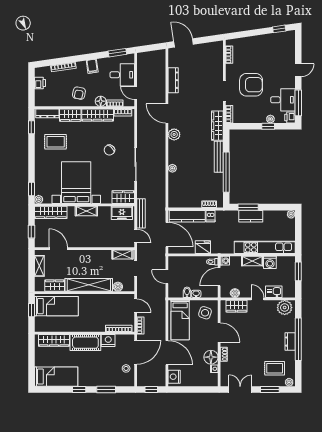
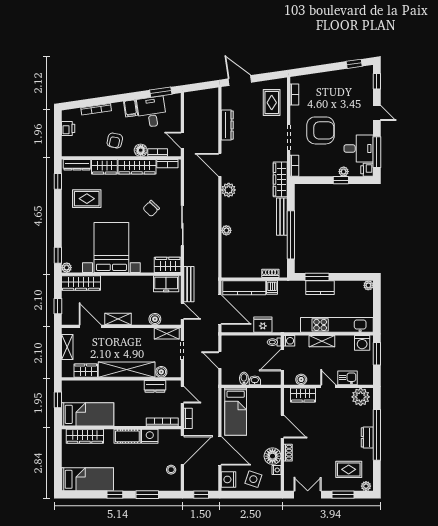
window: (298, 44) -> (377, 81), added
rug: (210, 61) -> (272, 103), added
door: (298, 70) -> (377, 113), hinge flipped
desk: (122, 75) -> (152, 112), moved, turned -98
shelving: (86, 211) -> (118, 319), moved
boiler: (113, 243) -> (155, 319), added
washing machine: (270, 262) -> (362, 343), moved
dresser: (113, 299) -> (155, 386), added
bed: (56, 306) -> (88, 414), moved
side table: (205, 313) -> (253, 479), moved
cot: (85, 343) -> (127, 436), width x0.73, depth x0.75

